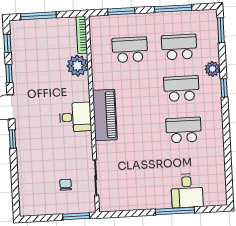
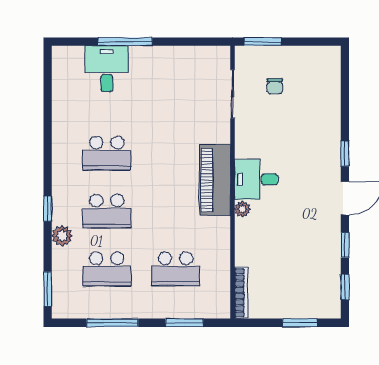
window: (38, 16) -> (300, 323), width x0.69
plant: (77, 66) -> (242, 209), moved, width x0.53, depth x0.53

